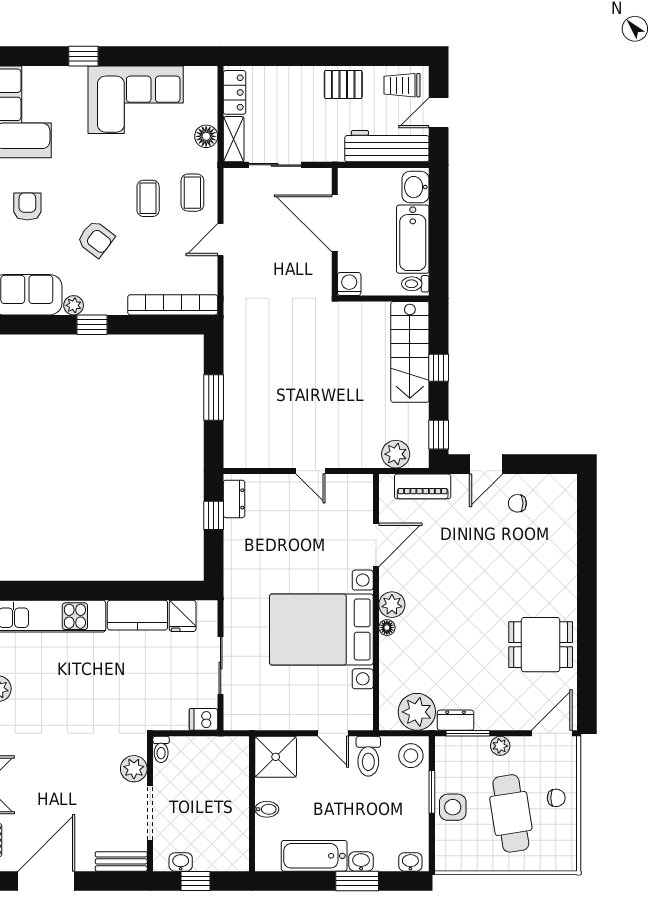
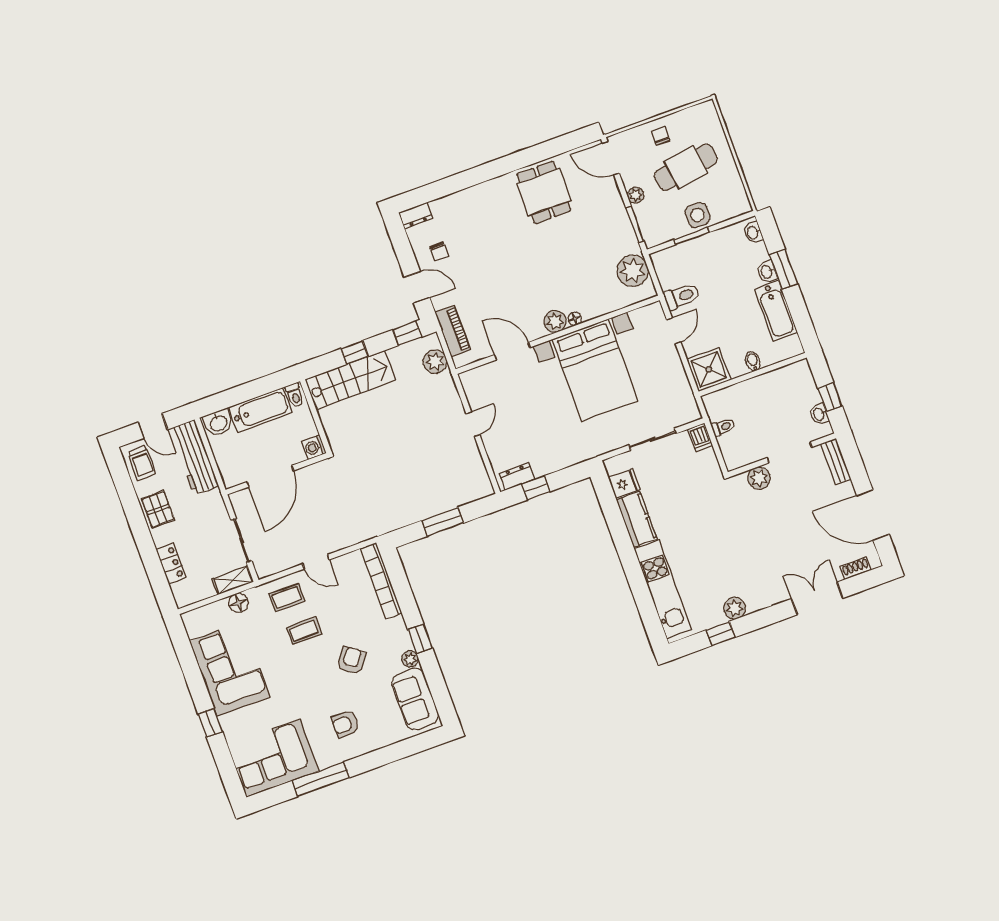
locker: (235, 92) -> (171, 564), moved, turned 90
dresser: (456, 720) -> (416, 215), moved, turned -90
toilet: (161, 749) -> (723, 427), moved
stool: (411, 756) -> (669, 263), removed

